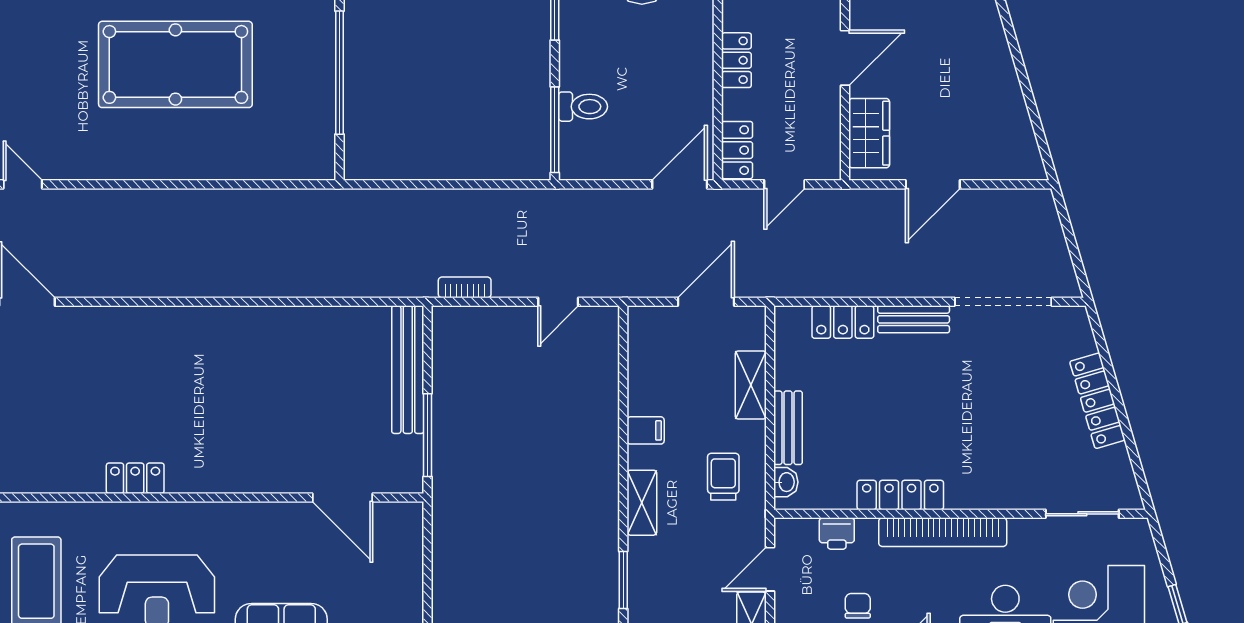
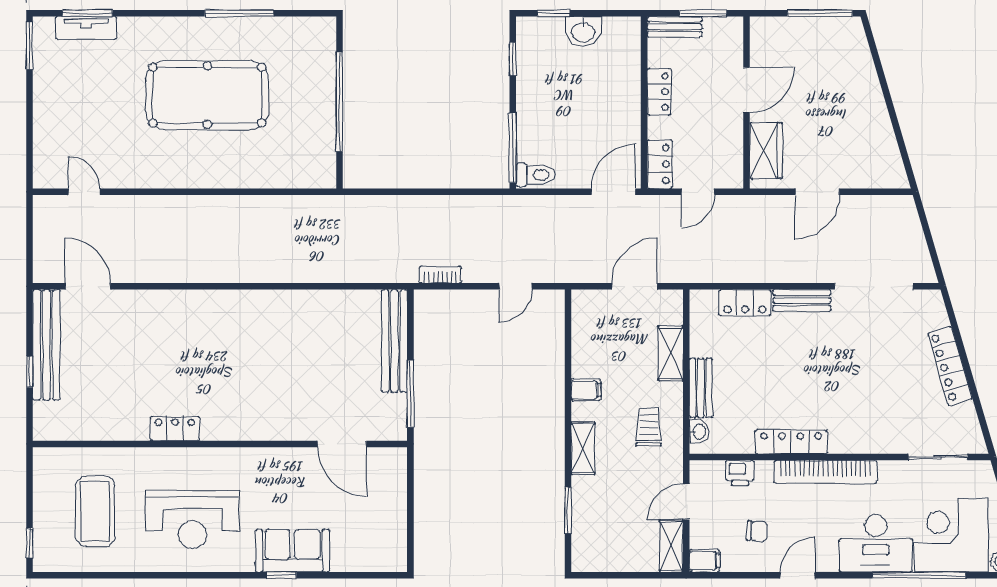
toilet: (583, 107) -> (536, 175), moved
chair: (858, 606) -> (757, 531), turned 93

